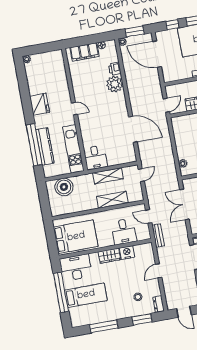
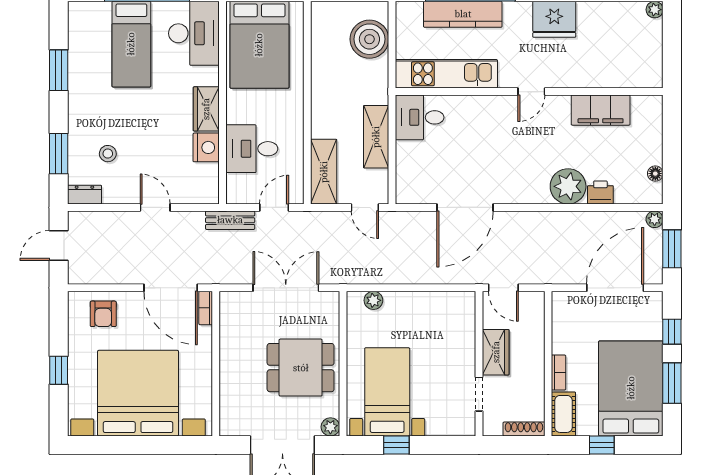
filing cabinet: (85, 52) -> (601, 110), moved, turned -90
shelving: (112, 200) -> (324, 172), moved
window: (104, 326) -> (59, 70), width x0.69

